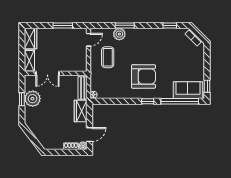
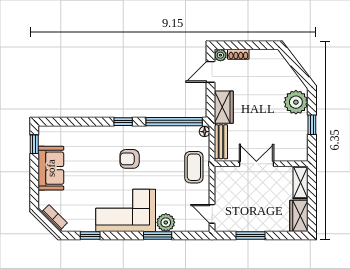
door: (88, 40) -> (212, 214), hinge flipped
corner sofa: (146, 42) -> (126, 210), added
coffee table: (108, 57) -> (194, 167), moved
double door: (47, 73) -> (256, 164), moved
armchair: (143, 76) -> (130, 159), width x0.53, depth x0.53
sofa: (188, 90) -> (51, 168), moved, turned -90
plant: (33, 99) -> (296, 102), moved
window: (180, 101) -> (174, 122), moved

